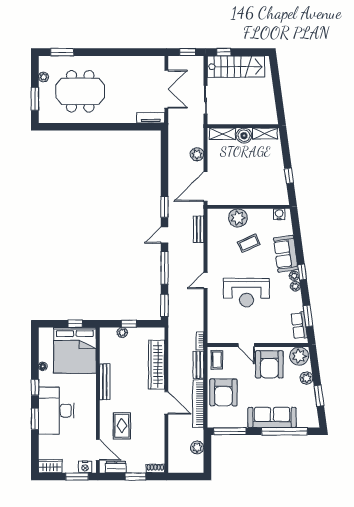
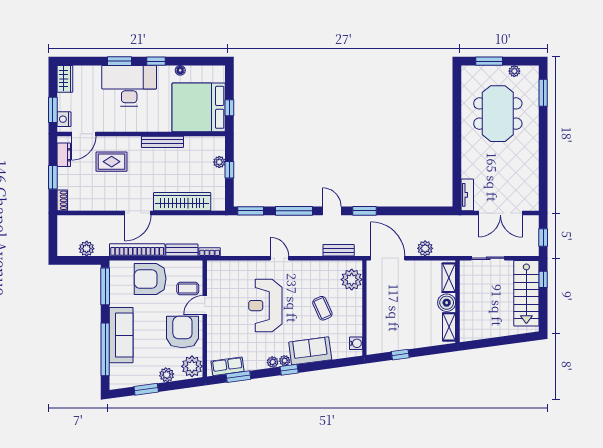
plant: (238, 218) -> (352, 280), moved
coffee table: (217, 360) -> (188, 289), moved
armchair: (269, 364) -> (182, 332), turned 90

